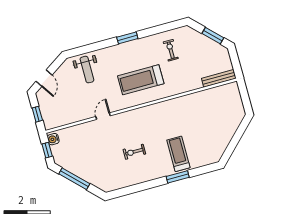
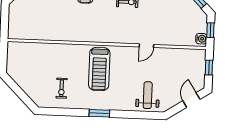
window: (213, 36) -> (17, 89), removed
bench: (219, 78) -> (24, 47), removed
treadmill: (141, 80) -> (99, 69), turned 90

